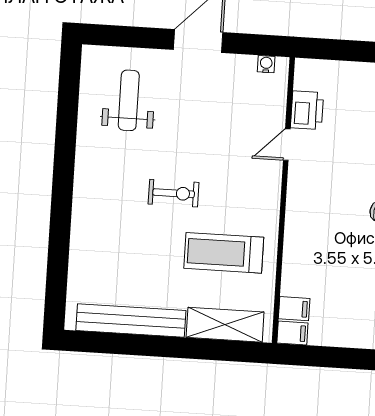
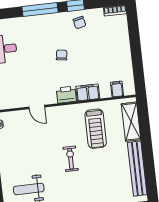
printer: (307, 110) -> (66, 95), moved
filing cabinet: (292, 333) -> (88, 92), moved, width x2.00

